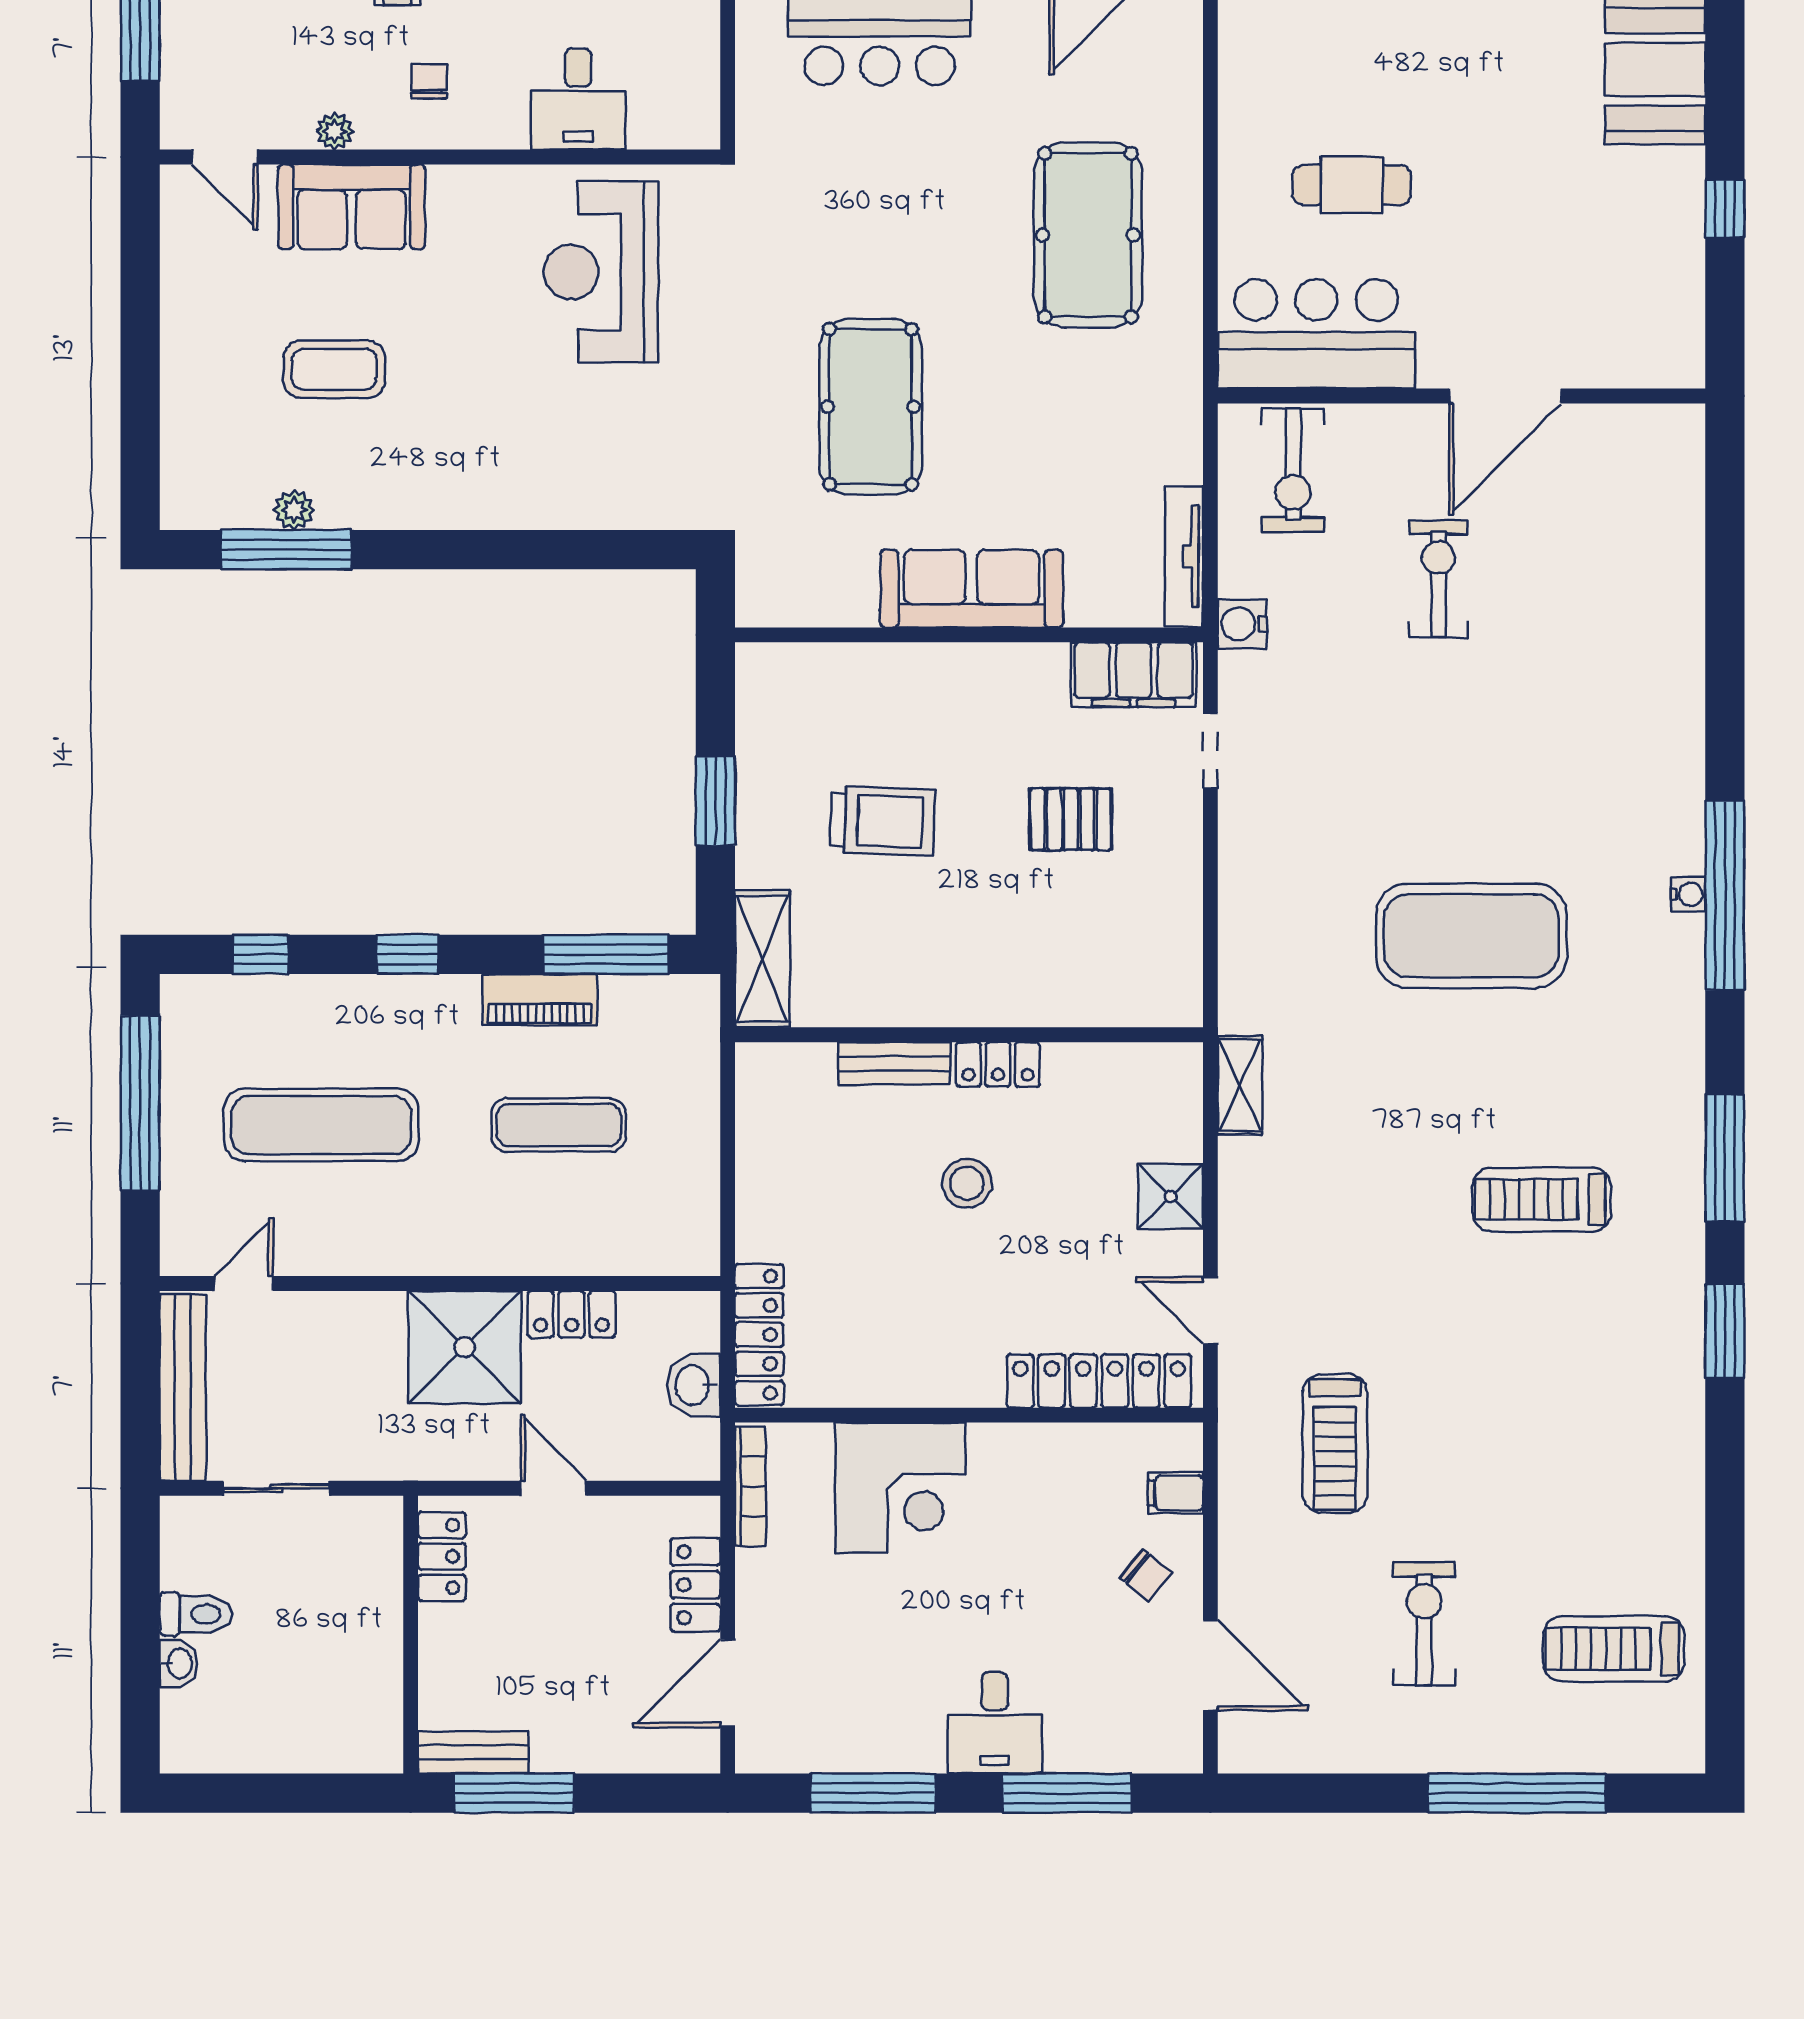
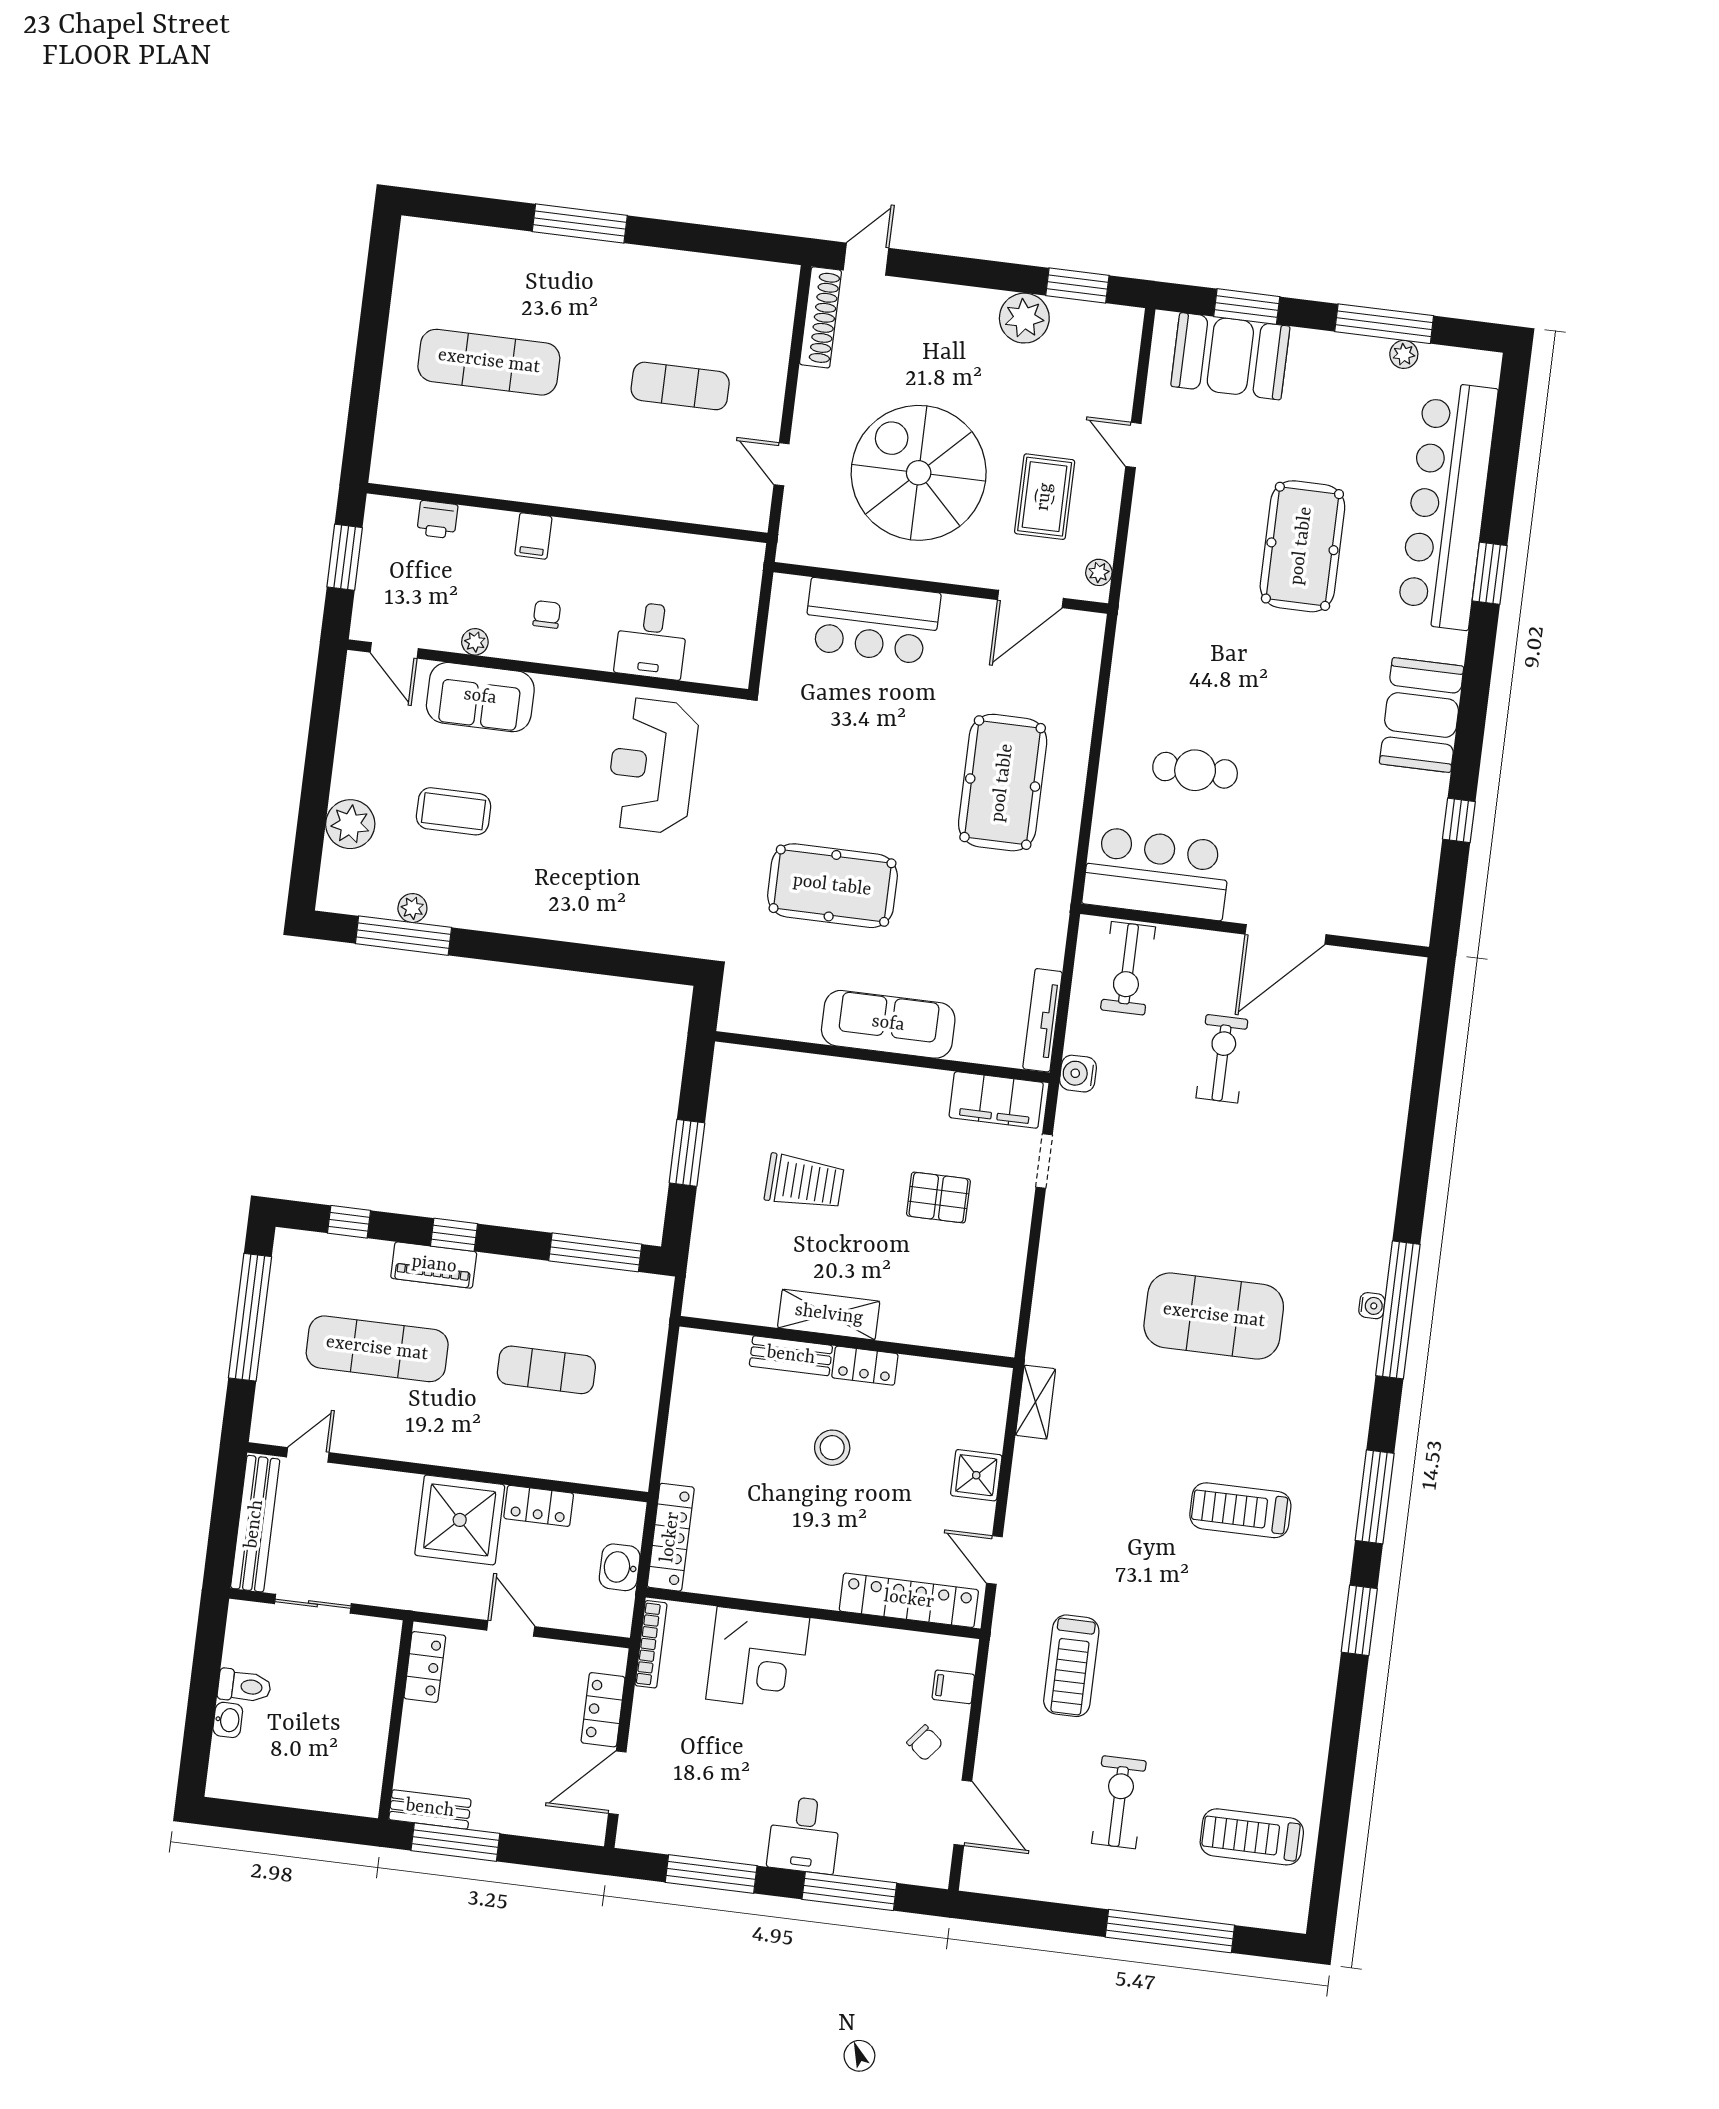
plant: (194, 405) -> (350, 824), added
pool table: (871, 407) -> (832, 886), turned 90
shelving: (762, 959) -> (829, 1315), moved, turned 90
piano: (540, 999) -> (434, 1265), moved

